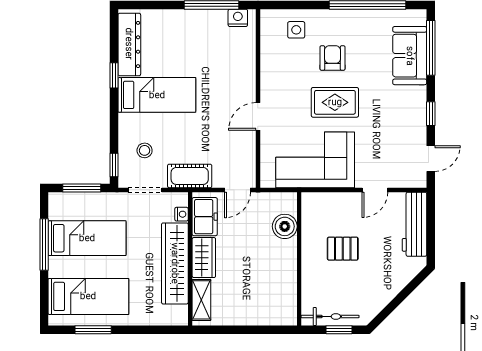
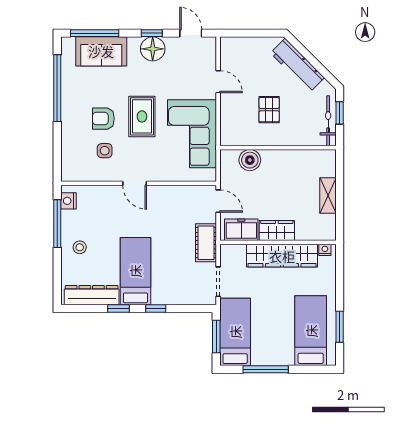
side table: (296, 30) -> (105, 151), moved
floor lamp: (413, 115) -> (153, 49), added
door: (258, 116) -> (135, 183), moved
stool: (145, 150) -> (80, 247), moved
window: (114, 165) -> (156, 308), moved
nightstand: (181, 214) -> (325, 250), moved
workbench: (414, 224) -> (297, 65), moved, turned 45
bed: (87, 238) -> (235, 332), moved
shelving: (201, 300) -> (328, 195), moved, turned 90

